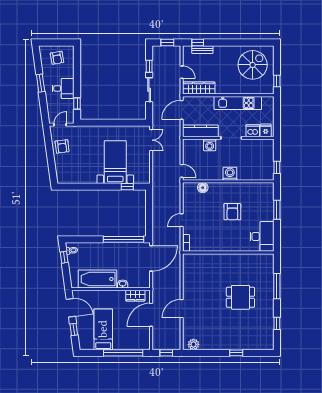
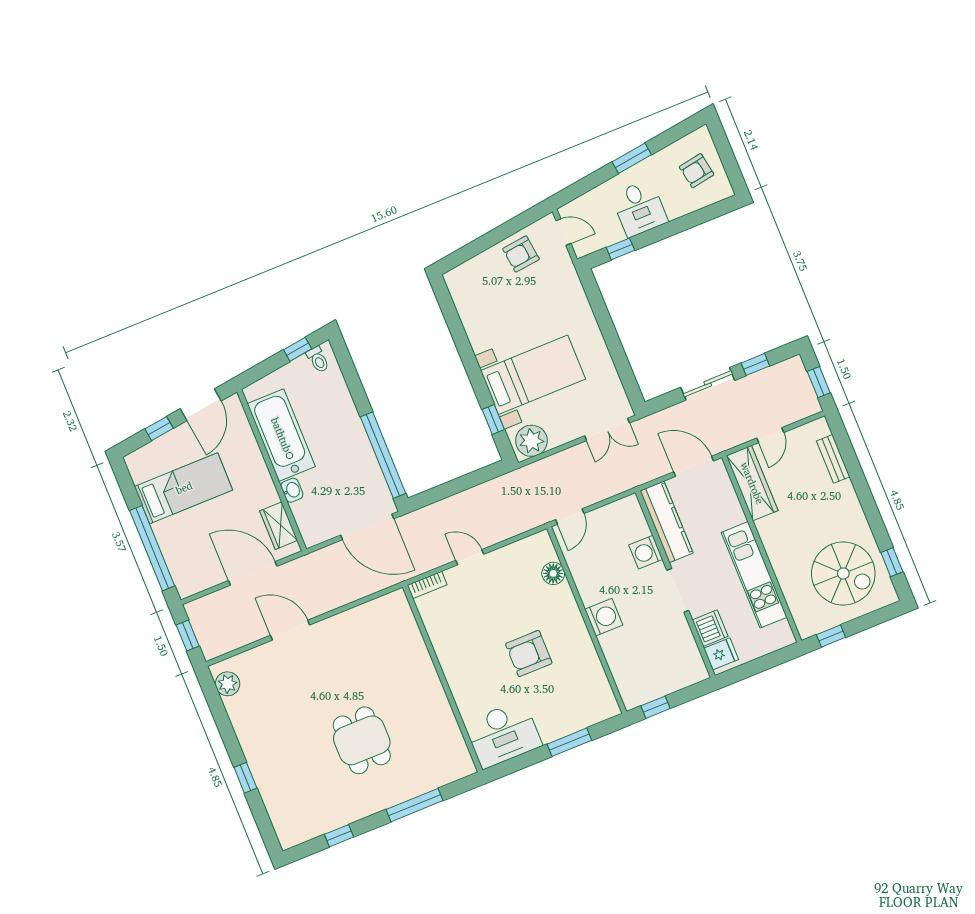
window: (198, 42) -> (892, 562), moved
plant: (143, 174) -> (531, 441), added

